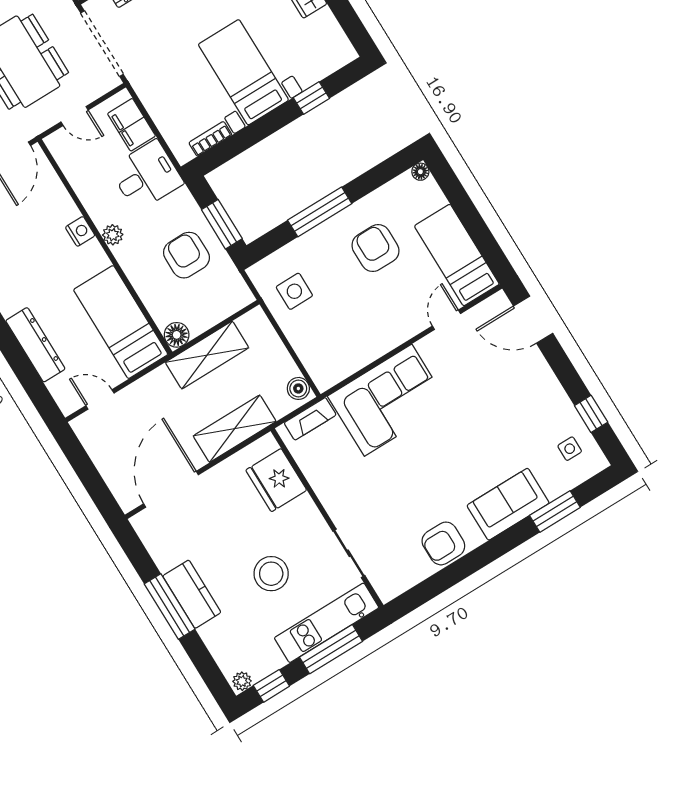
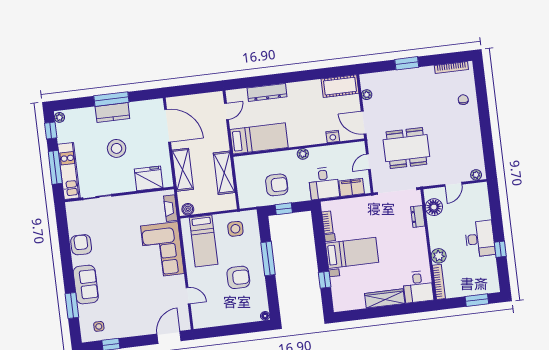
window: (222, 224) -> (284, 209), width x0.67
nightstand: (80, 231) -> (333, 136), moved
bed: (457, 255) -> (204, 241), moved, turned 90
floor lamp: (177, 335) -> (241, 163), removed
stool: (271, 574) -> (117, 148), moved

